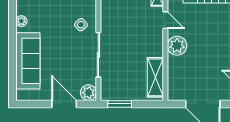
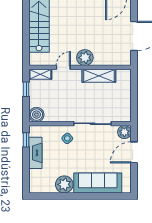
plant: (21, 21) -> (64, 184), width x1.88, depth x1.88
shelving: (155, 77) -> (99, 76), moved
window: (120, 104) -> (134, 106), removed

